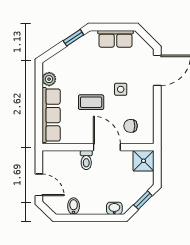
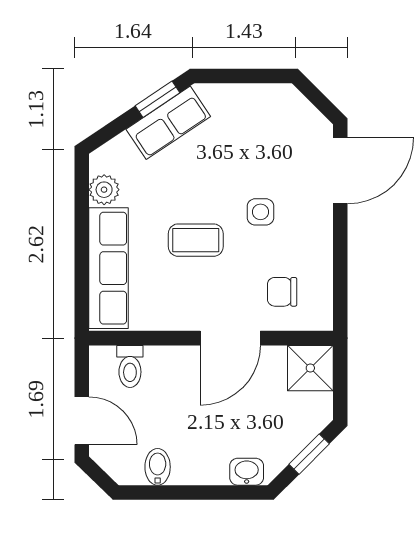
row of seats: (115, 39) -> (168, 123), moved, turned -34
door: (107, 147) -> (230, 338), swing flipped
toilet: (86, 160) -> (130, 366), moved

